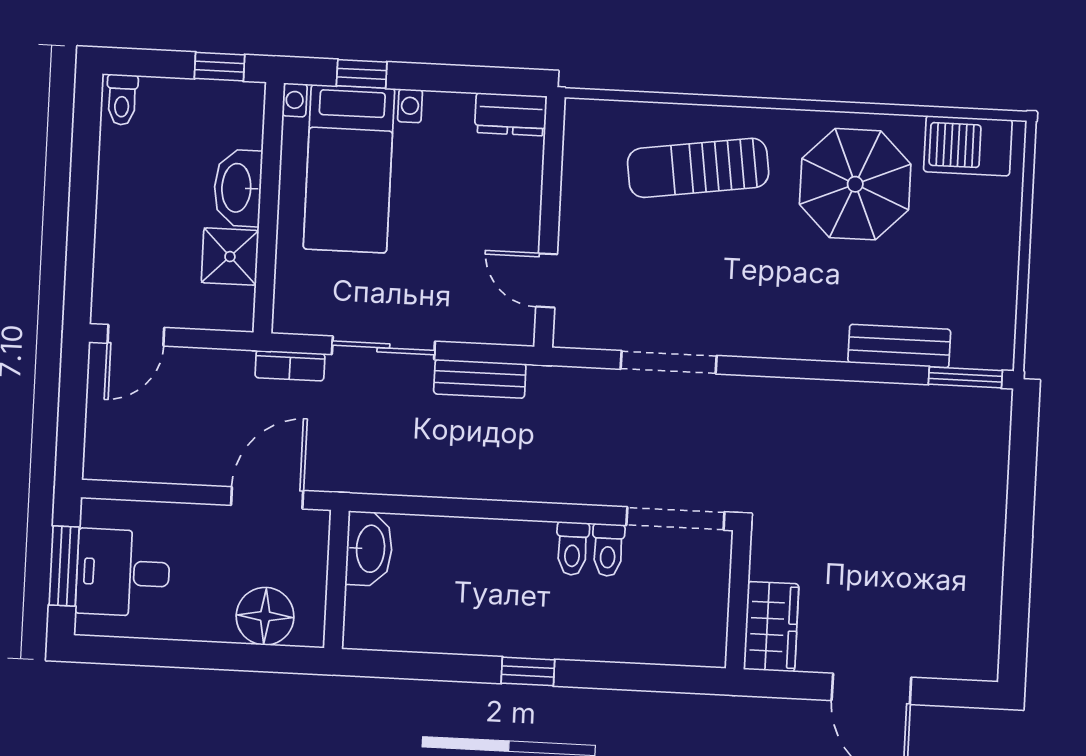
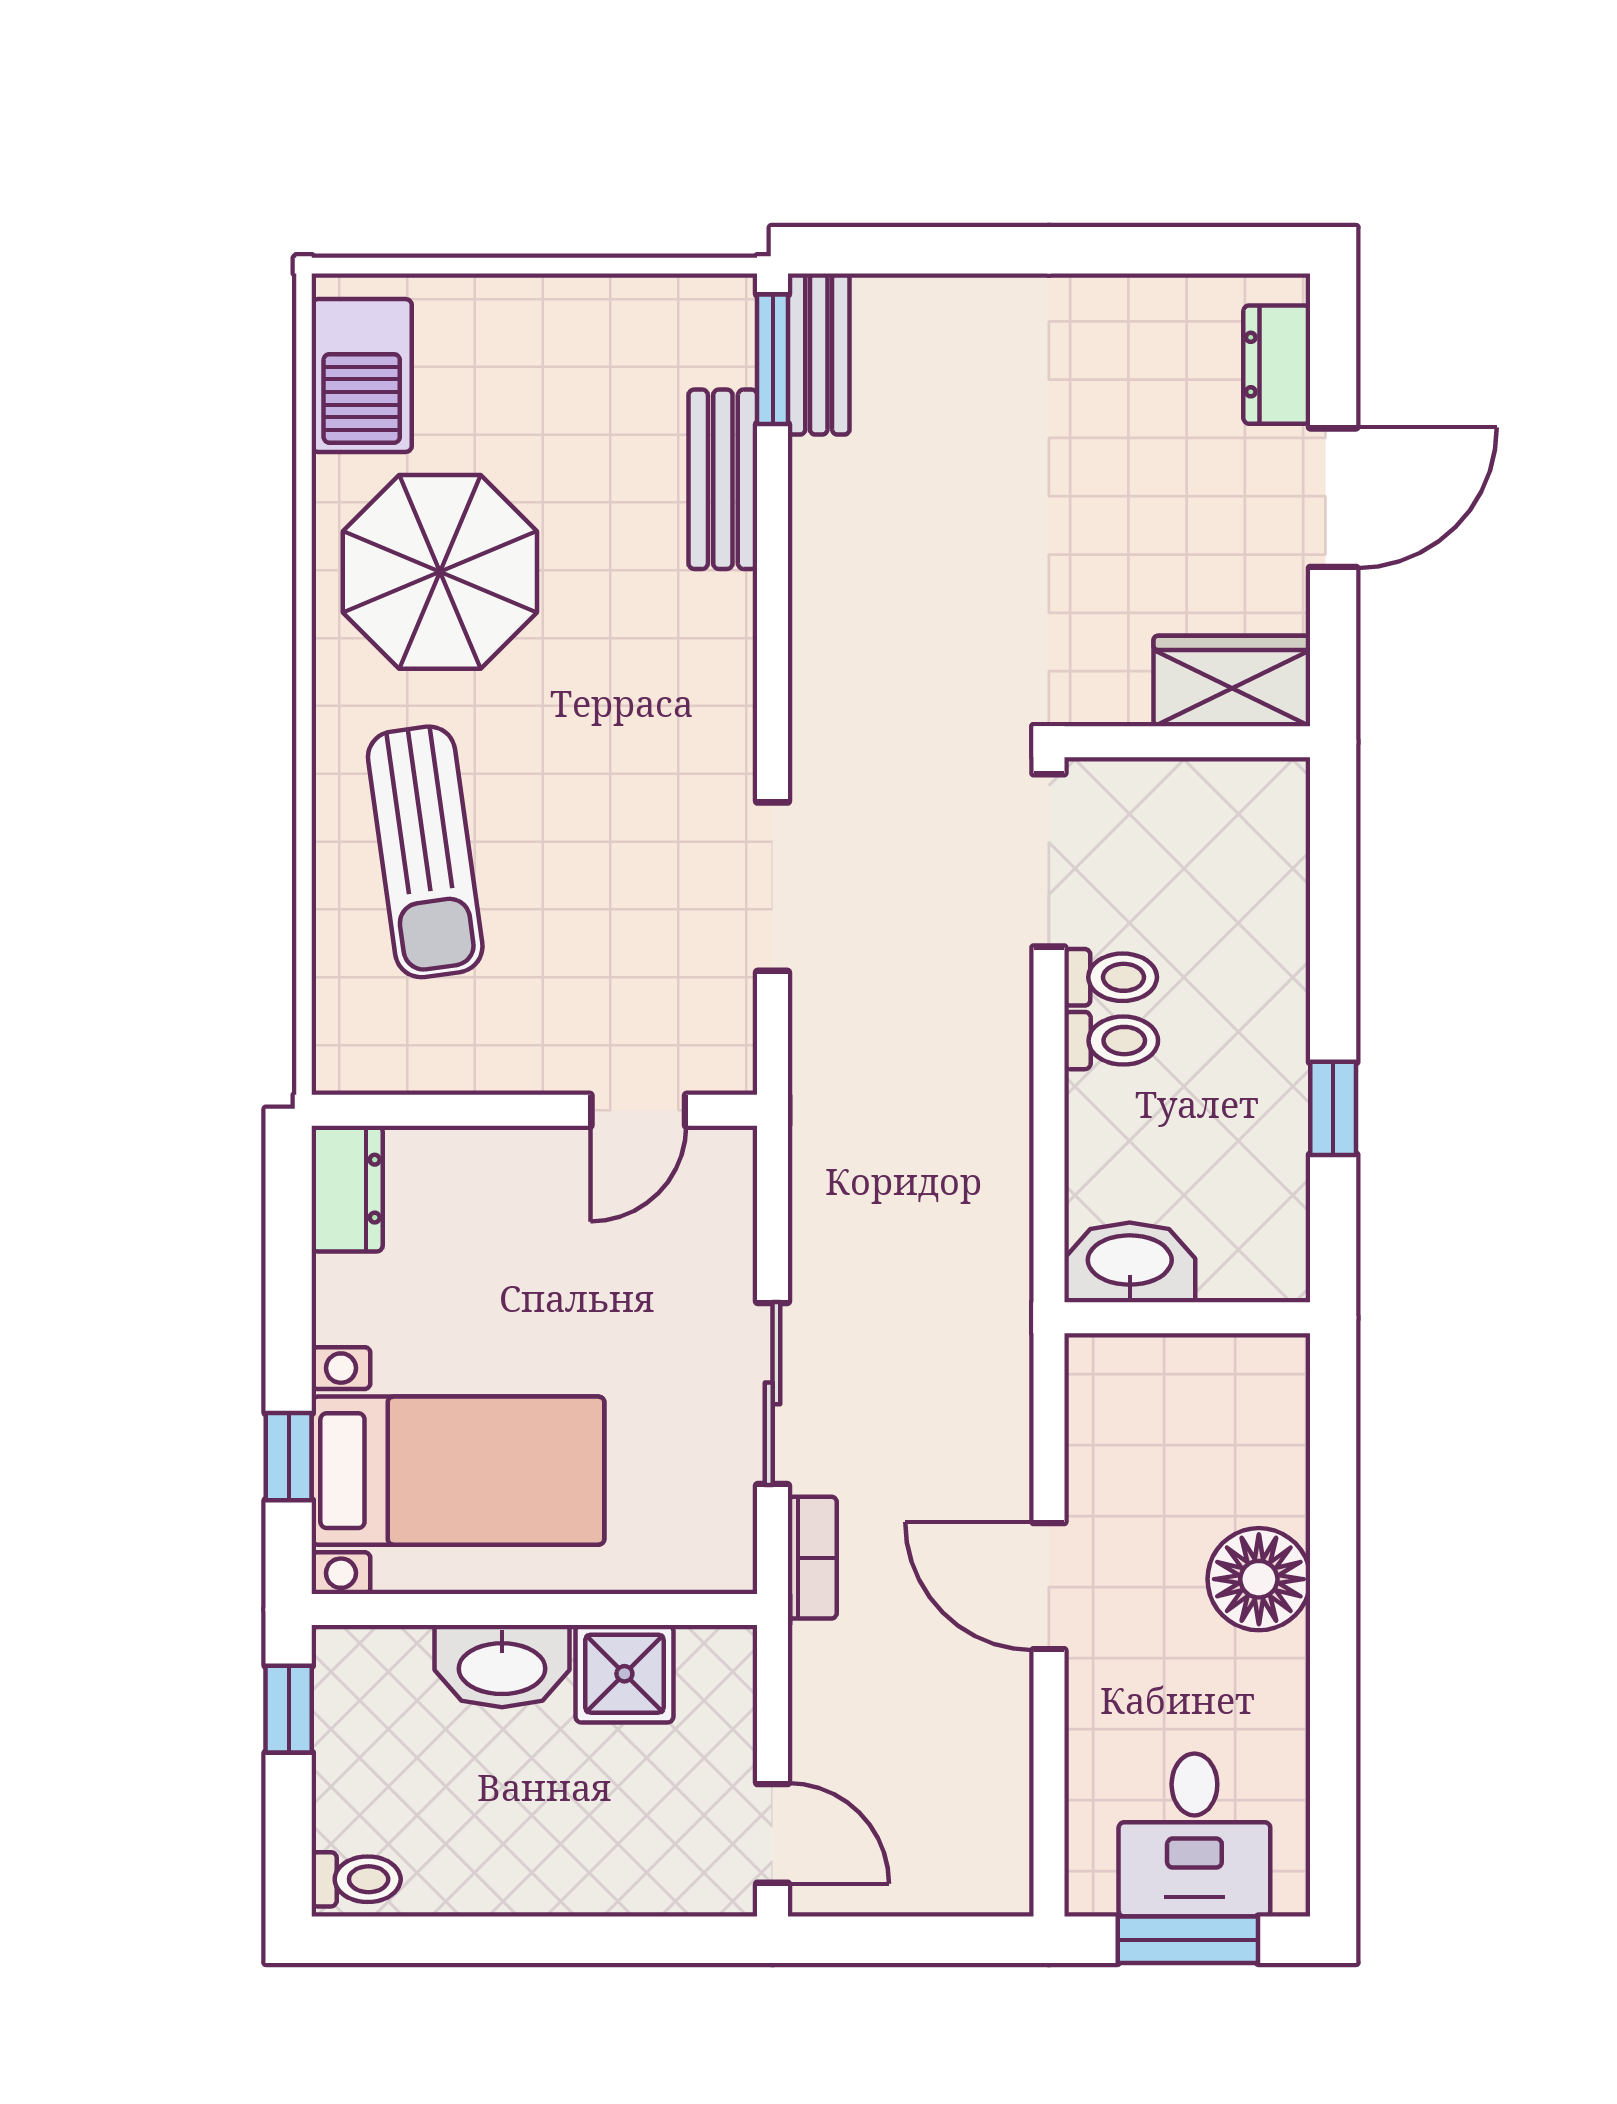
bench: (480, 379) -> (819, 354), moved
washbasin: (369, 549) -> (1130, 1262), moved
wall: (336, 579) -> (1187, 1318), moved
dresser: (948, 661) -> (1277, 365), added

